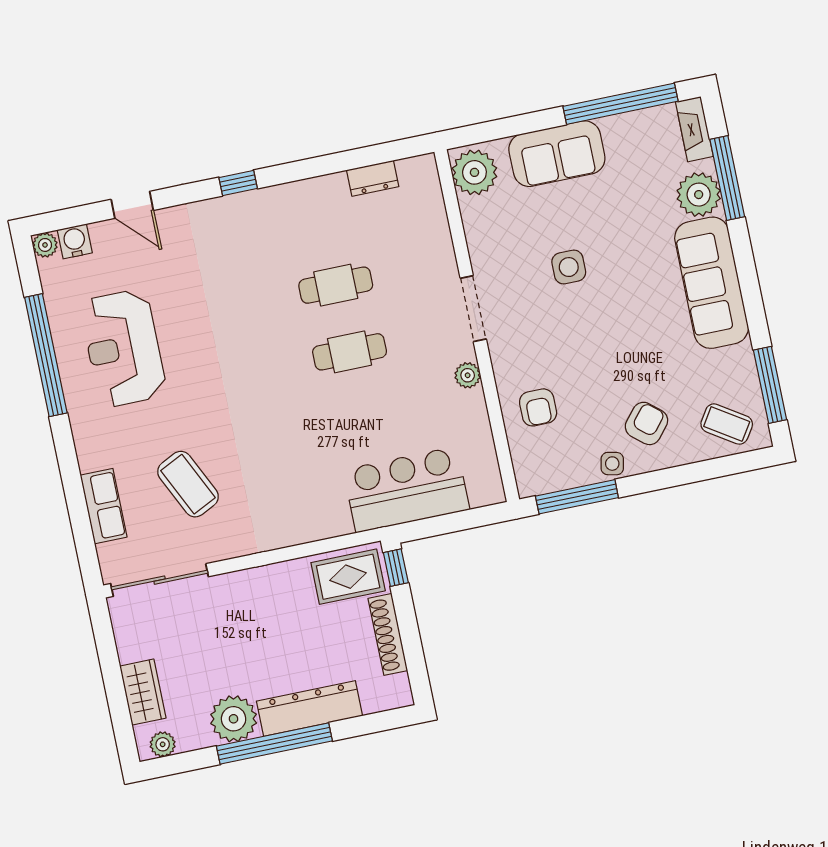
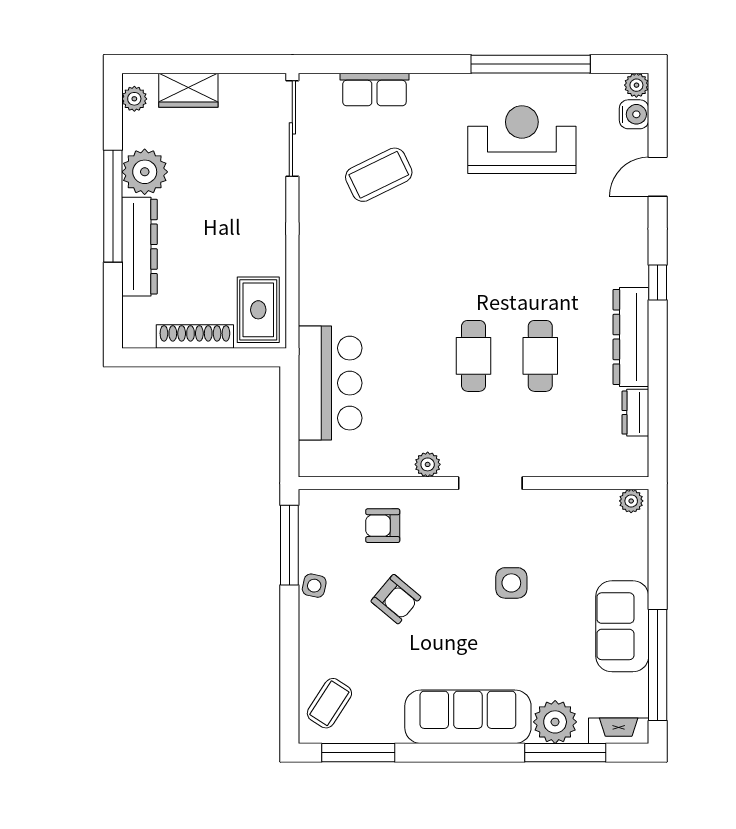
sofa: (557, 154) -> (622, 626), moved
plant: (474, 172) -> (631, 501), width x0.53, depth x0.53
dresser: (298, 198) -> (631, 337), added
armchair: (646, 423) -> (396, 599), moved
window: (396, 568) -> (257, 357), removed

